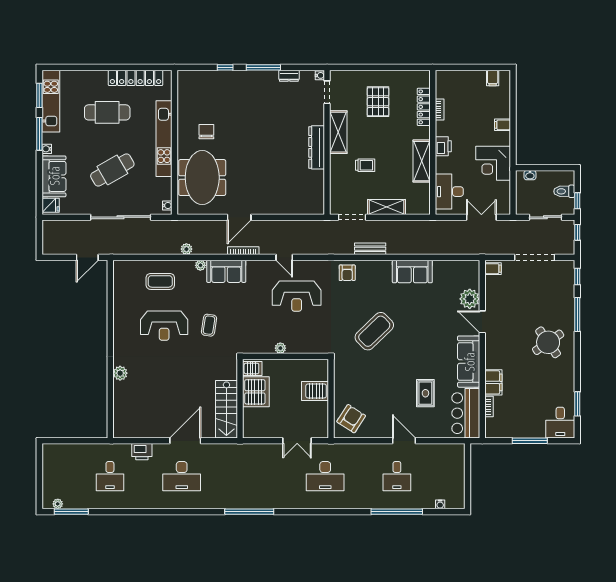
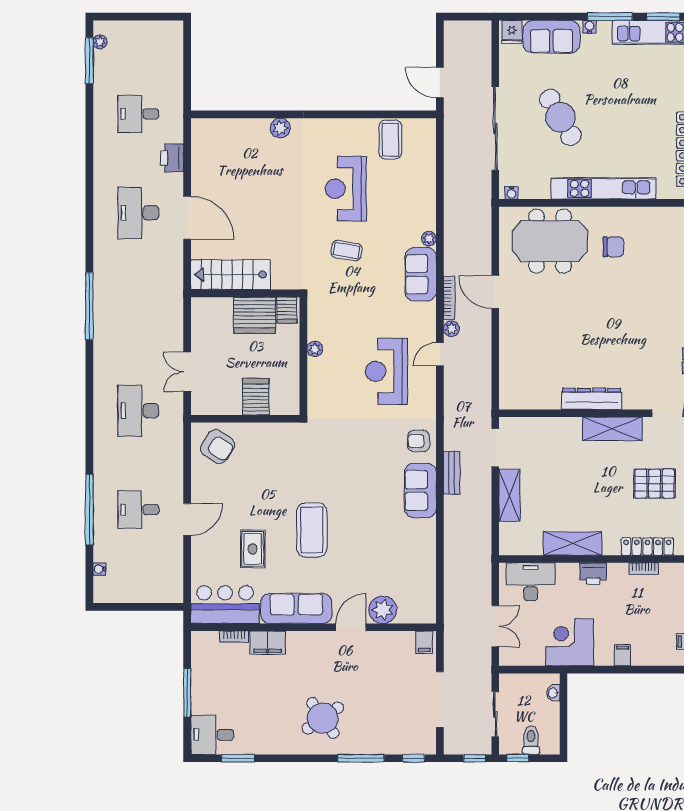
cafe table: (107, 112) -> (640, 110), removed
trolley: (365, 165) -> (567, 466), removed
plant: (186, 249) -> (451, 329), moved
sofa: (412, 272) -> (420, 491), moved
coffee table: (160, 281) -> (390, 140), moved
coffee table: (374, 331) -> (312, 530), moved, turned 44
rug: (425, 393) -> (253, 549), turned 90

